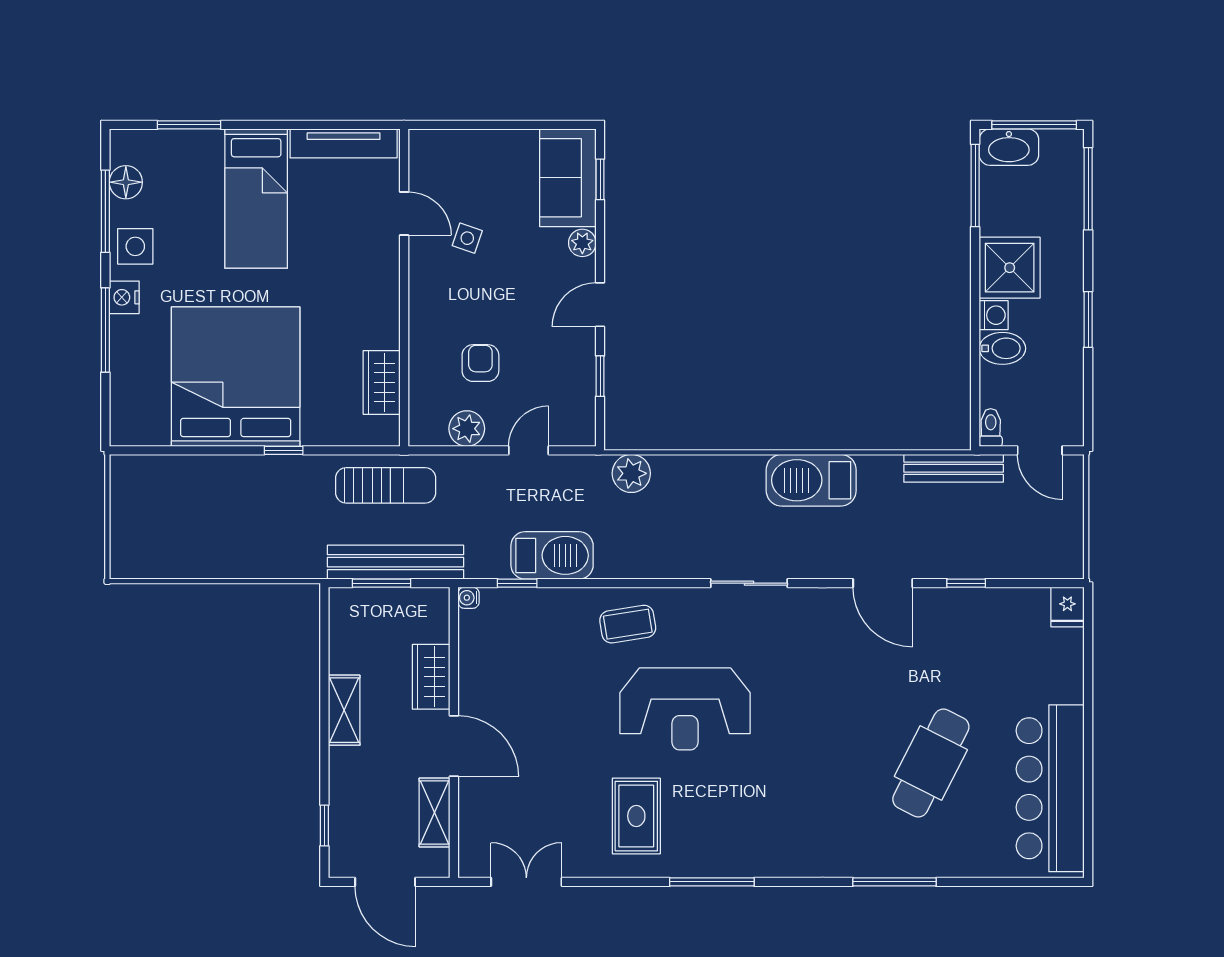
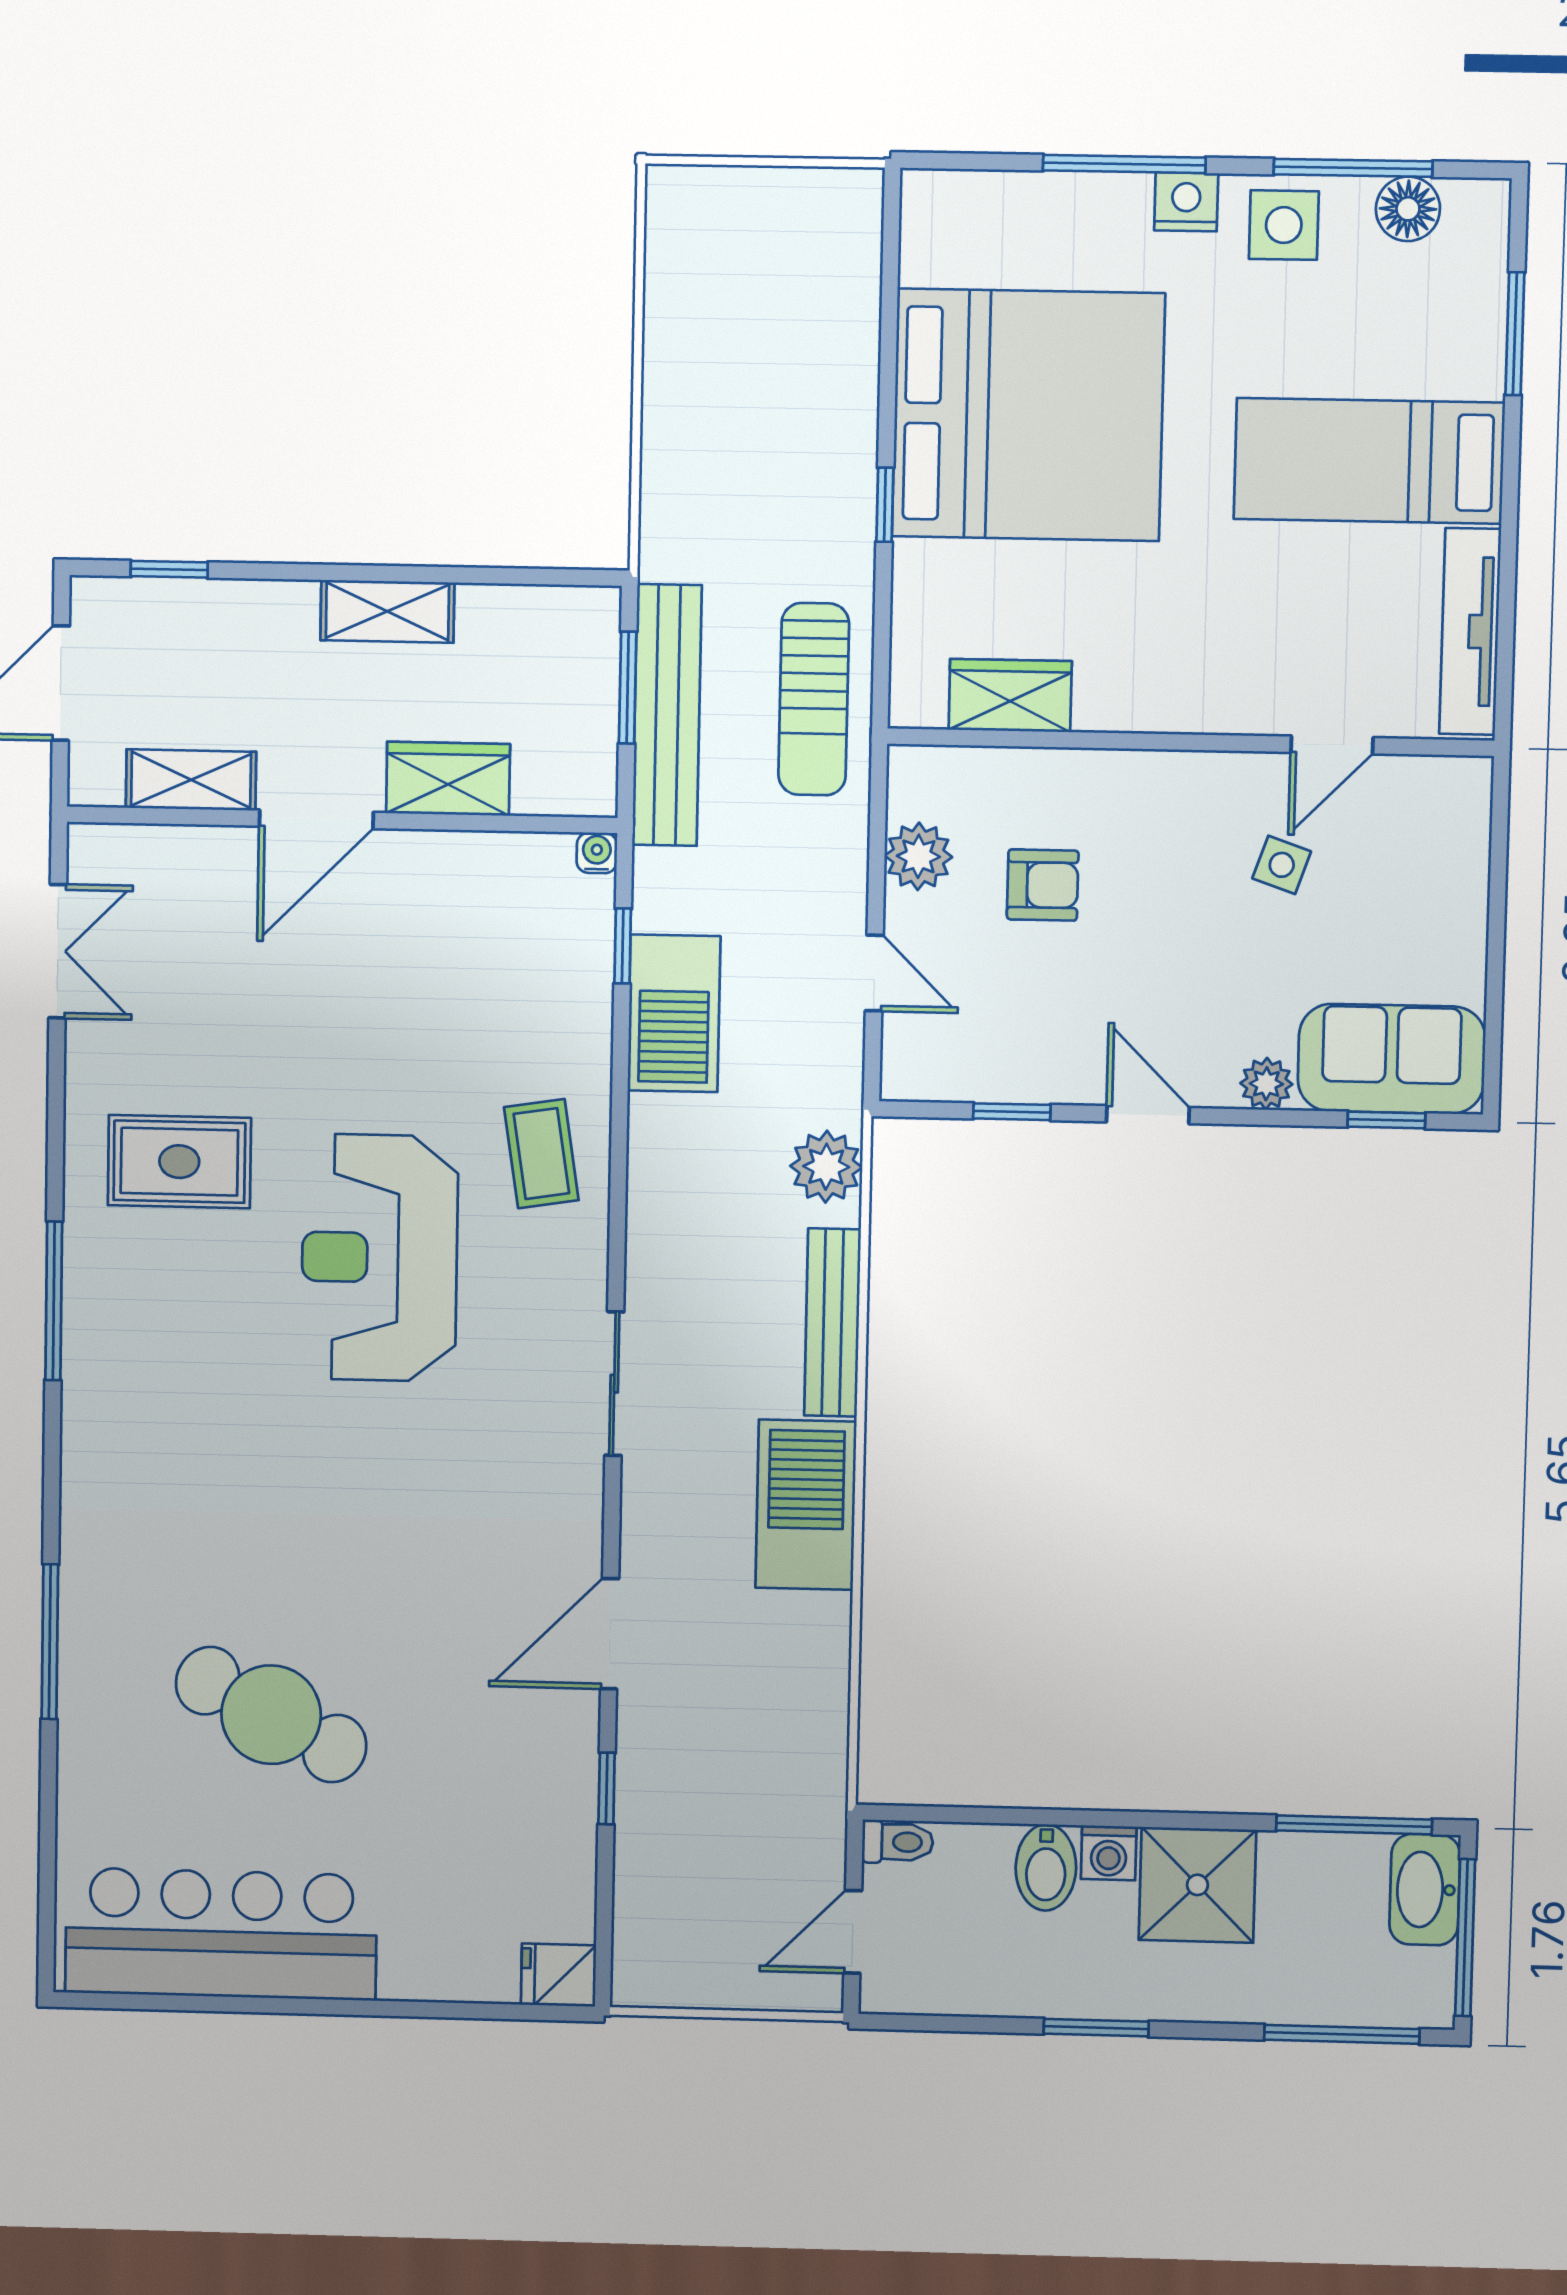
bench: (954, 468) -> (833, 1323), moved

